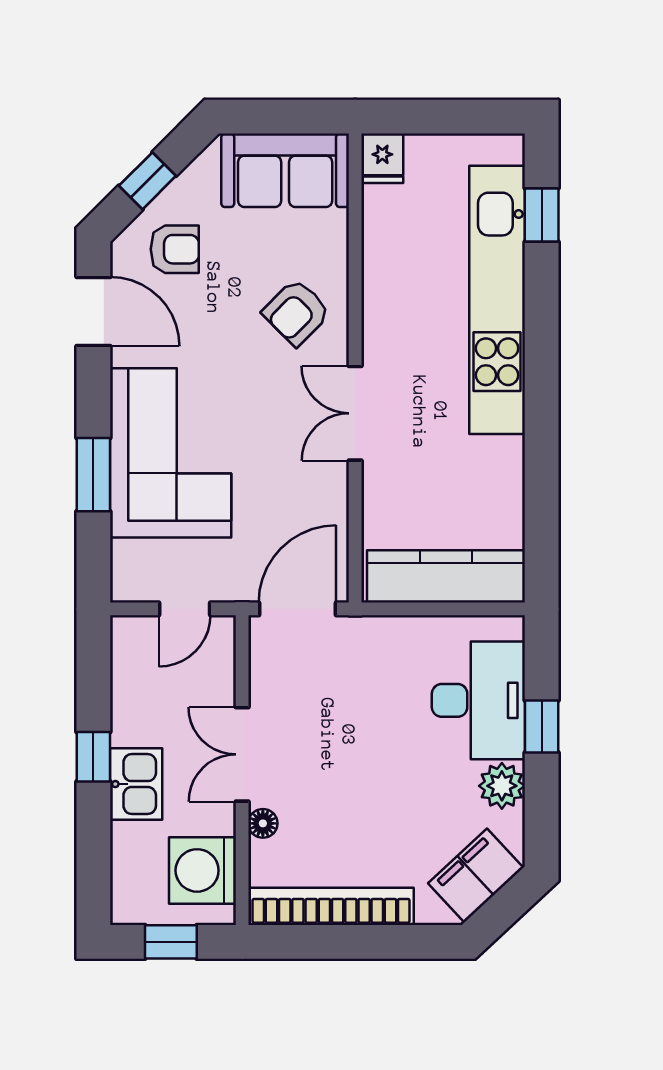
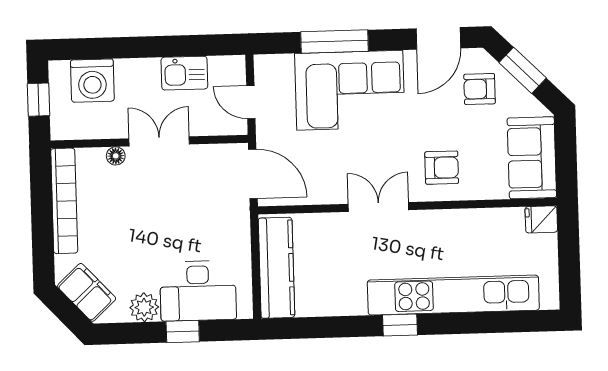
window: (147, 181) -> (523, 70), width x1.50
window: (542, 215) -> (400, 325), moved
armchair: (175, 249) -> (480, 89), turned 90
armchair: (296, 312) -> (442, 168), turned 135
window: (93, 475) -> (335, 41), width x1.44
window: (93, 757) -> (155, 47), removed
kitchen sink: (136, 784) -> (184, 73), moved
washing machine: (202, 870) -> (92, 81), moved, turned 180

